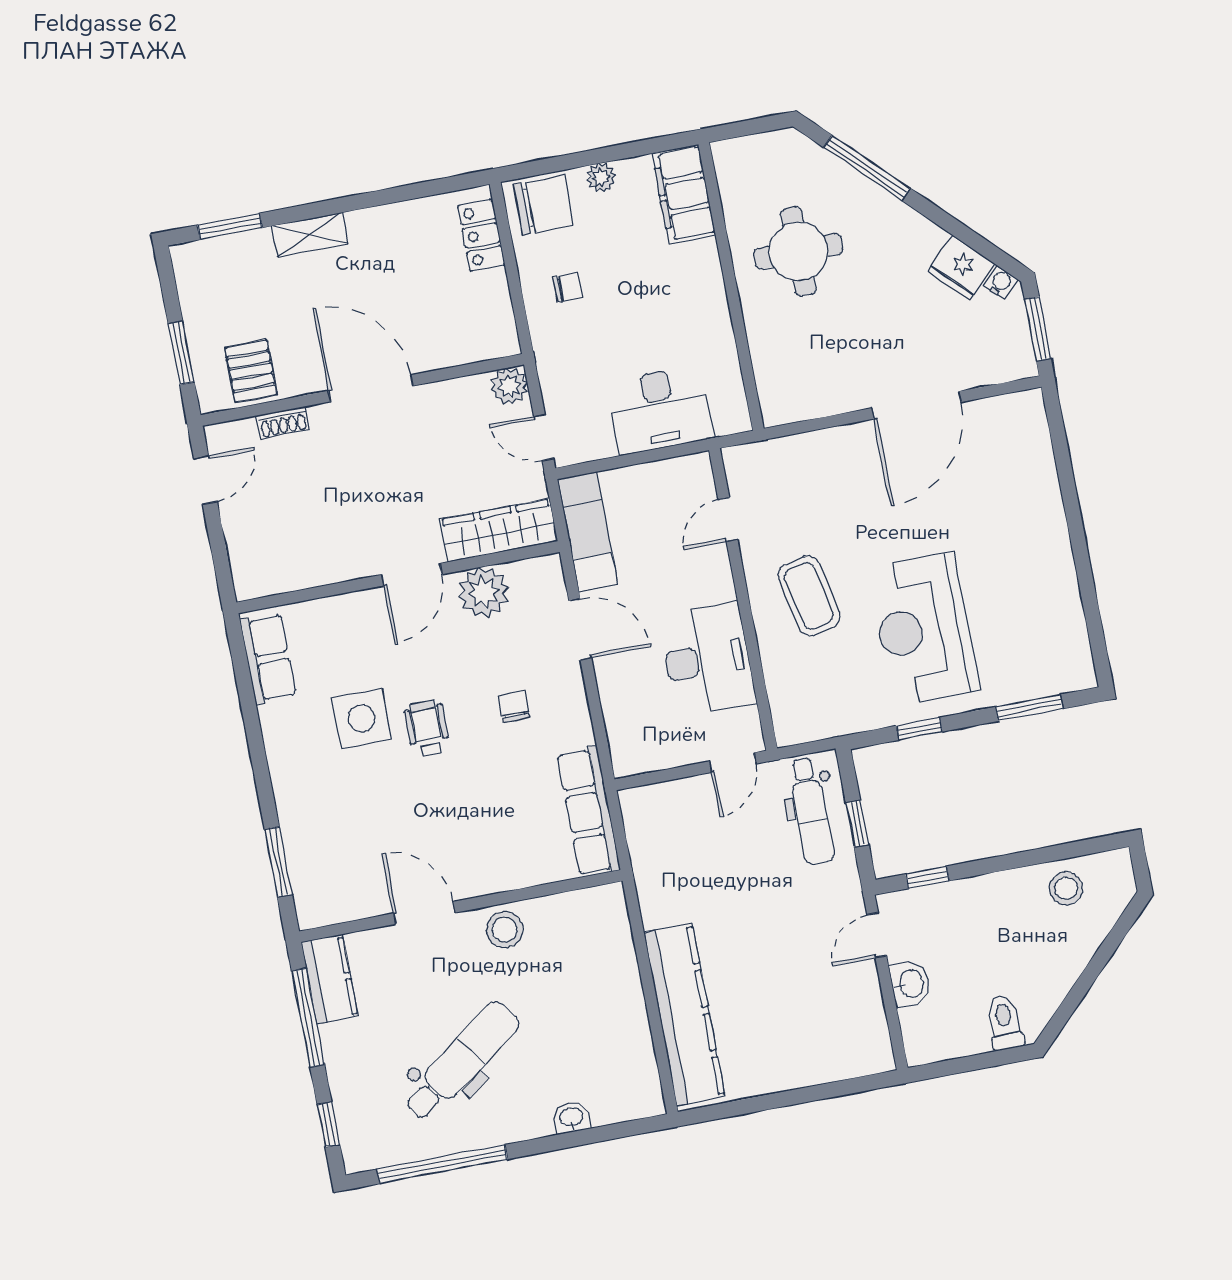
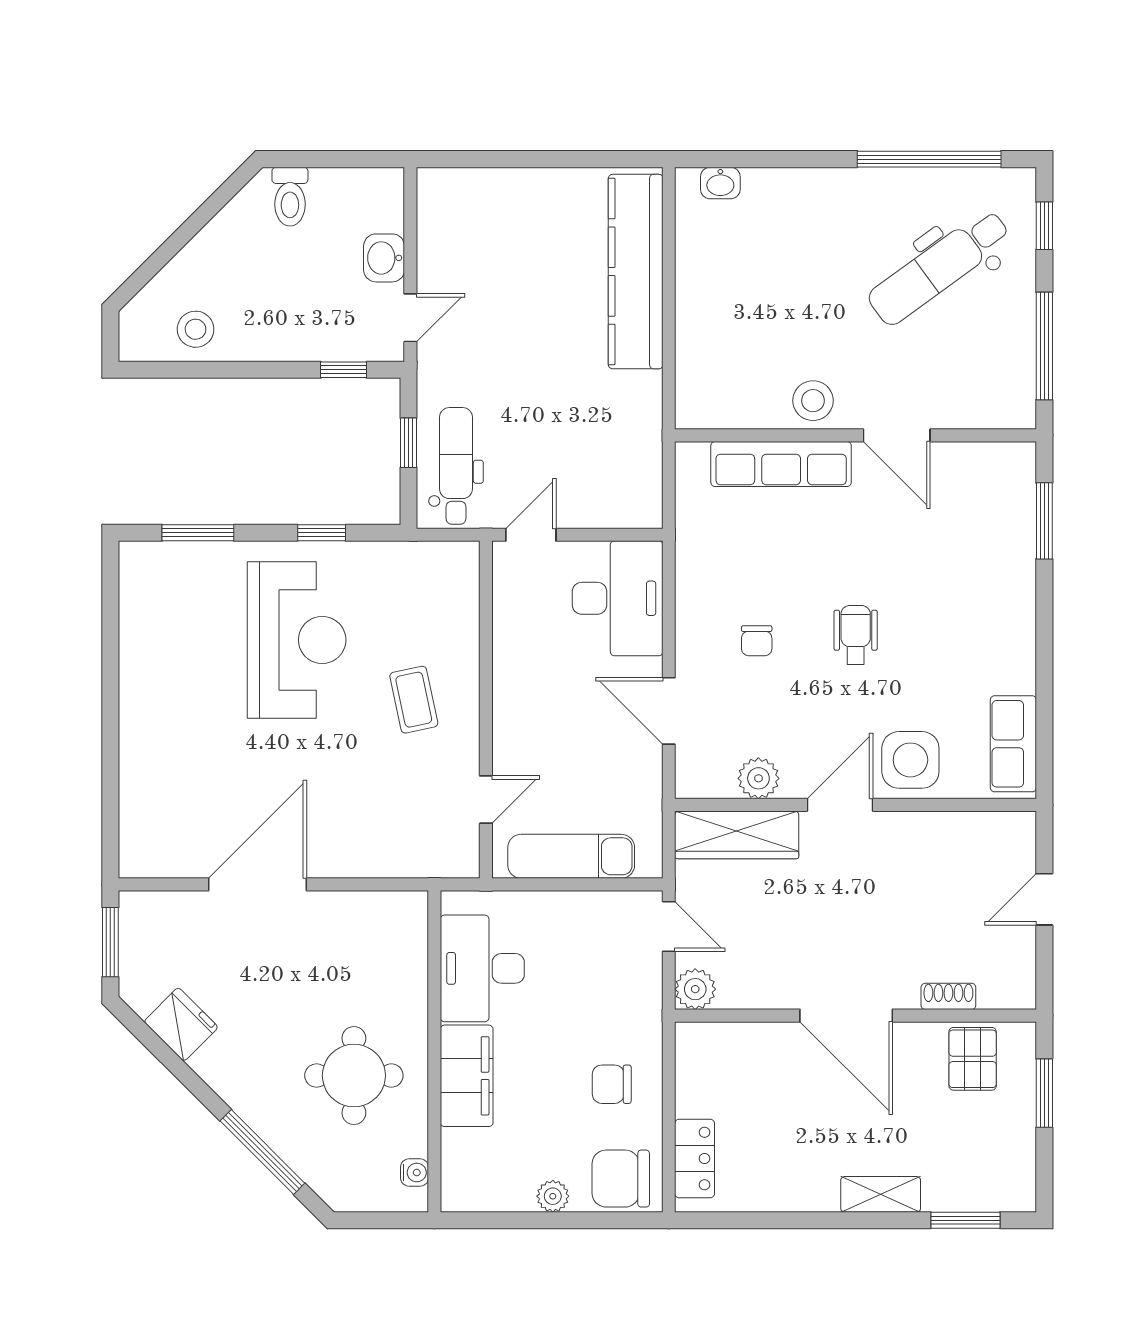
filing cabinet: (684, 194) -> (467, 1076), moved
water cooler: (1001, 283) -> (415, 1173), moved, turned -135
chair: (568, 287) -> (612, 1084), width x1.37, depth x1.37
desk: (660, 410) -> (482, 968), moved, turned -90
door: (206, 480) -> (1044, 899), moved
exam couch: (588, 532) -> (571, 856), moved, turned 90
plant: (484, 592) -> (758, 778), width x0.73, depth x0.73
coffee table: (809, 596) -> (414, 700), width x0.73, depth x0.77
desk: (707, 660) -> (618, 598), moved, turned 180
side table: (361, 718) -> (910, 760), moved
wheelchair: (427, 728) -> (856, 635), turned 180
row of seats: (589, 811) -> (781, 464), moved, turned 90
kitchen counter: (329, 979) -> (1013, 383), removed
dental chair: (461, 1061) -> (939, 267), moved
washbasin: (571, 1118) -> (720, 183), moved

